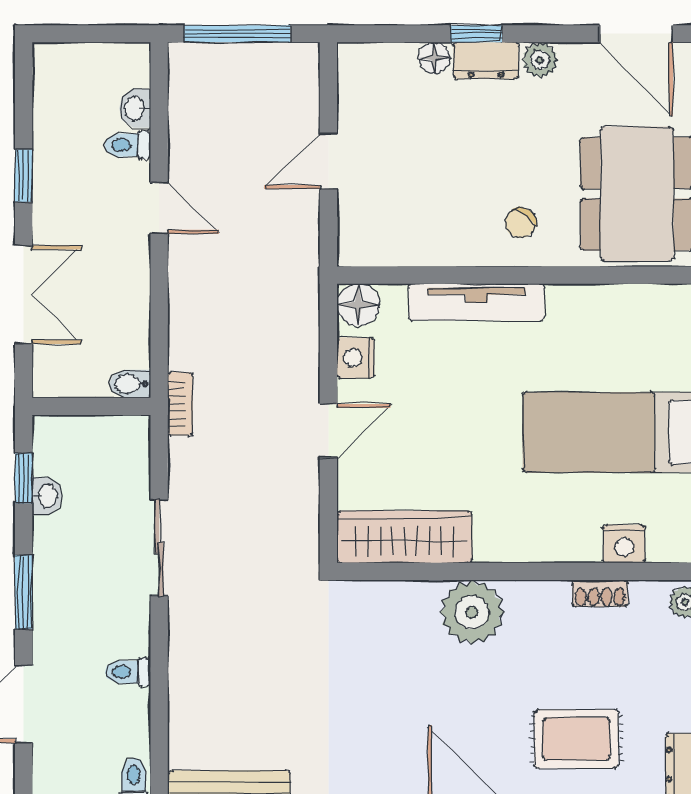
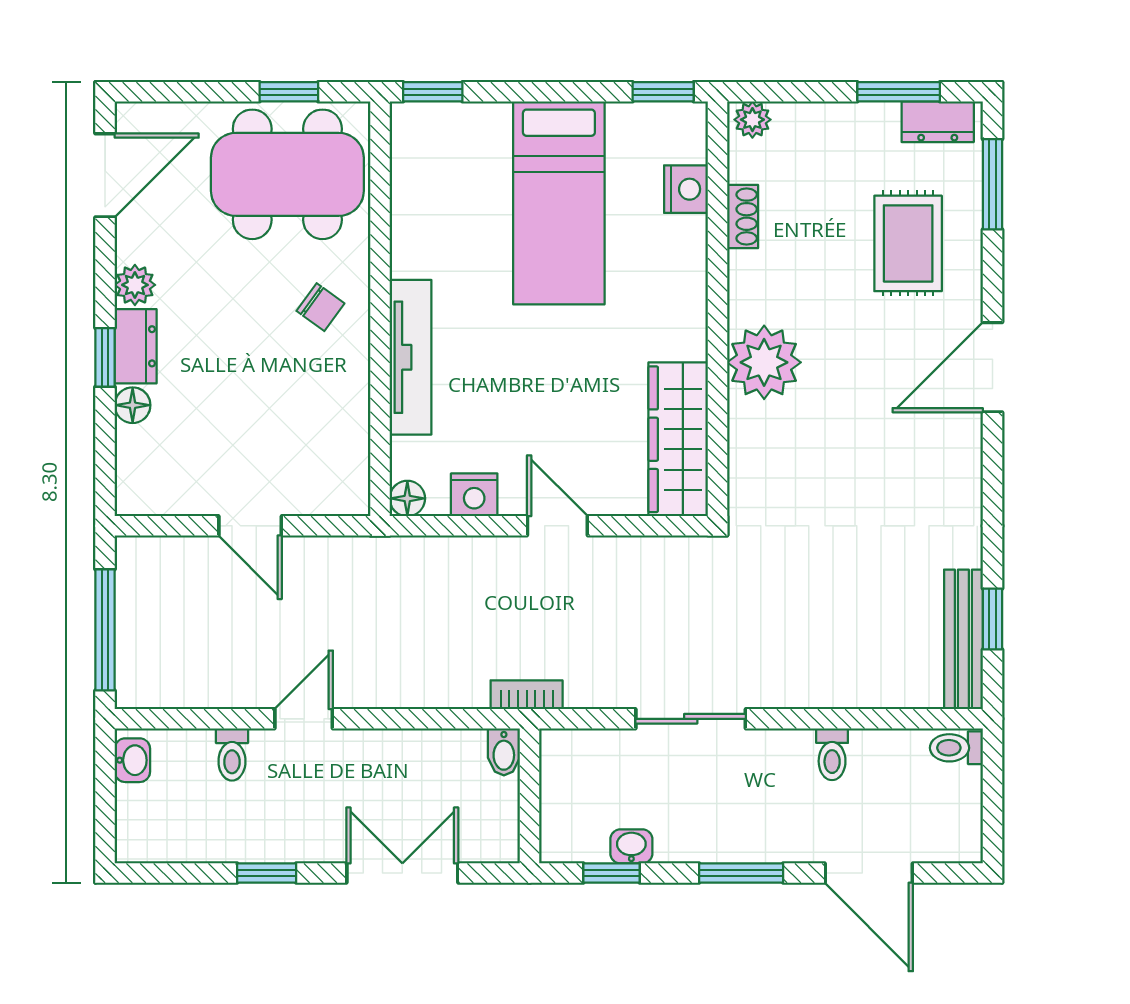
washbasin: (135, 108) -> (132, 760), moved, turned -90
floor lamp: (358, 305) -> (407, 498), width x0.73, depth x0.73

